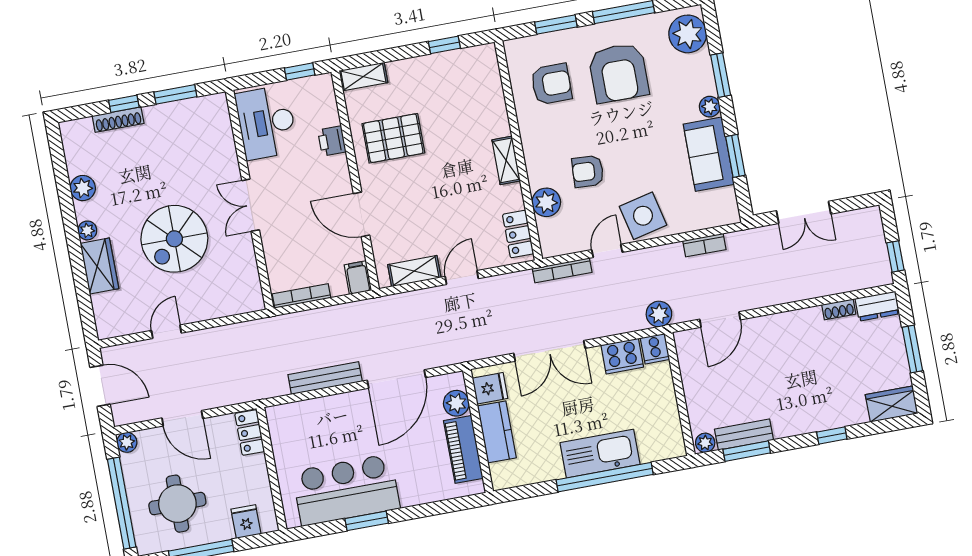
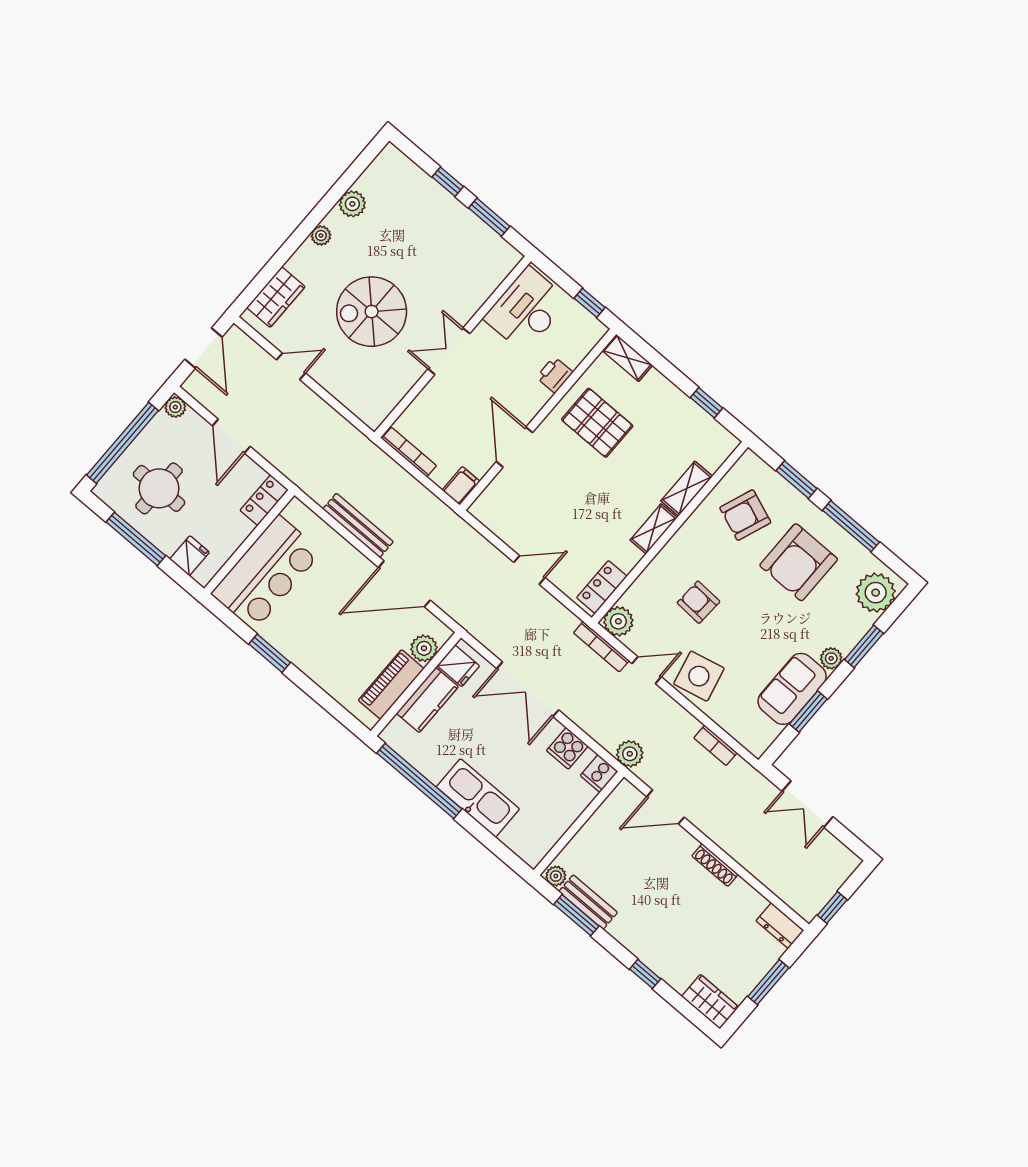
armchair: (551, 84) -> (745, 515), turned 111
shoe rack: (118, 120) -> (431, 187), removed
plant: (546, 202) -> (618, 621), moved
wardrobe: (99, 266) -> (276, 297), moved
shelving: (414, 271) -> (687, 489), moved, turned 90
shoe rack: (839, 309) -> (715, 865), moved, width x1.43
cooker: (622, 356) -> (567, 748), width x0.73
window: (605, 477) -> (419, 781), moved
bar counter: (346, 490) -> (266, 573), moved, turned 90

